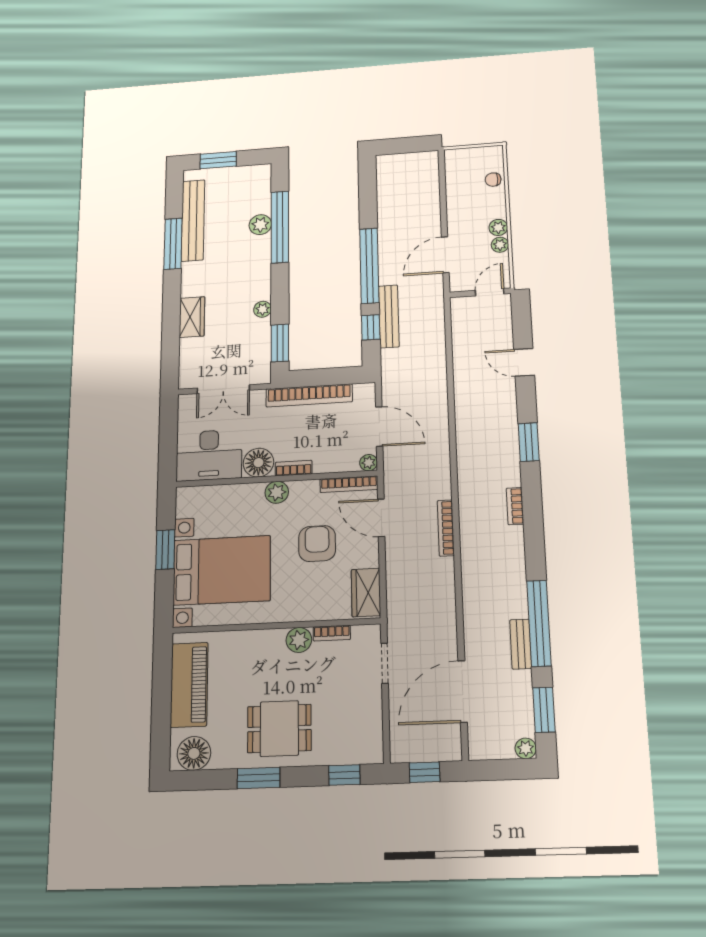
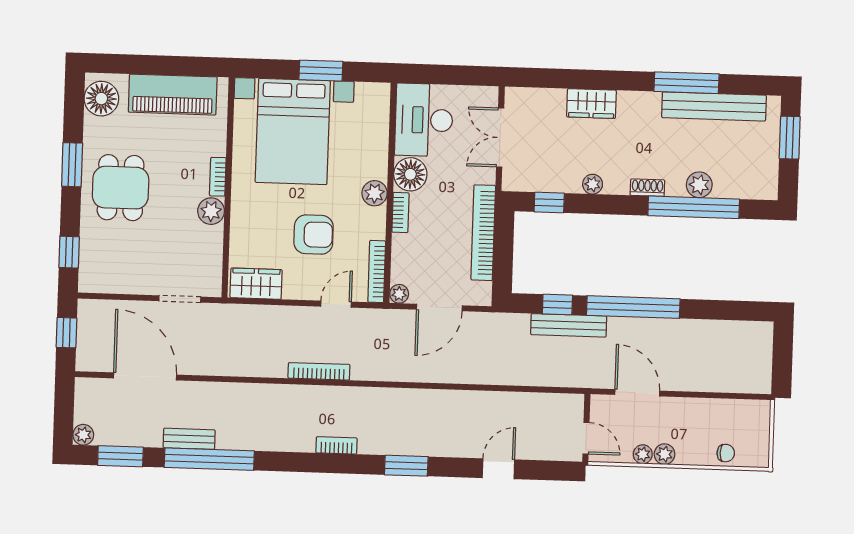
chair: (493, 180) -> (726, 453), turned 90
shoe rack: (264, 265) -> (647, 188), added
window: (280, 343) -> (549, 203), width x0.67
door: (381, 518) -> (336, 304), width x0.73
bookcase: (332, 633) -> (218, 177), moved

